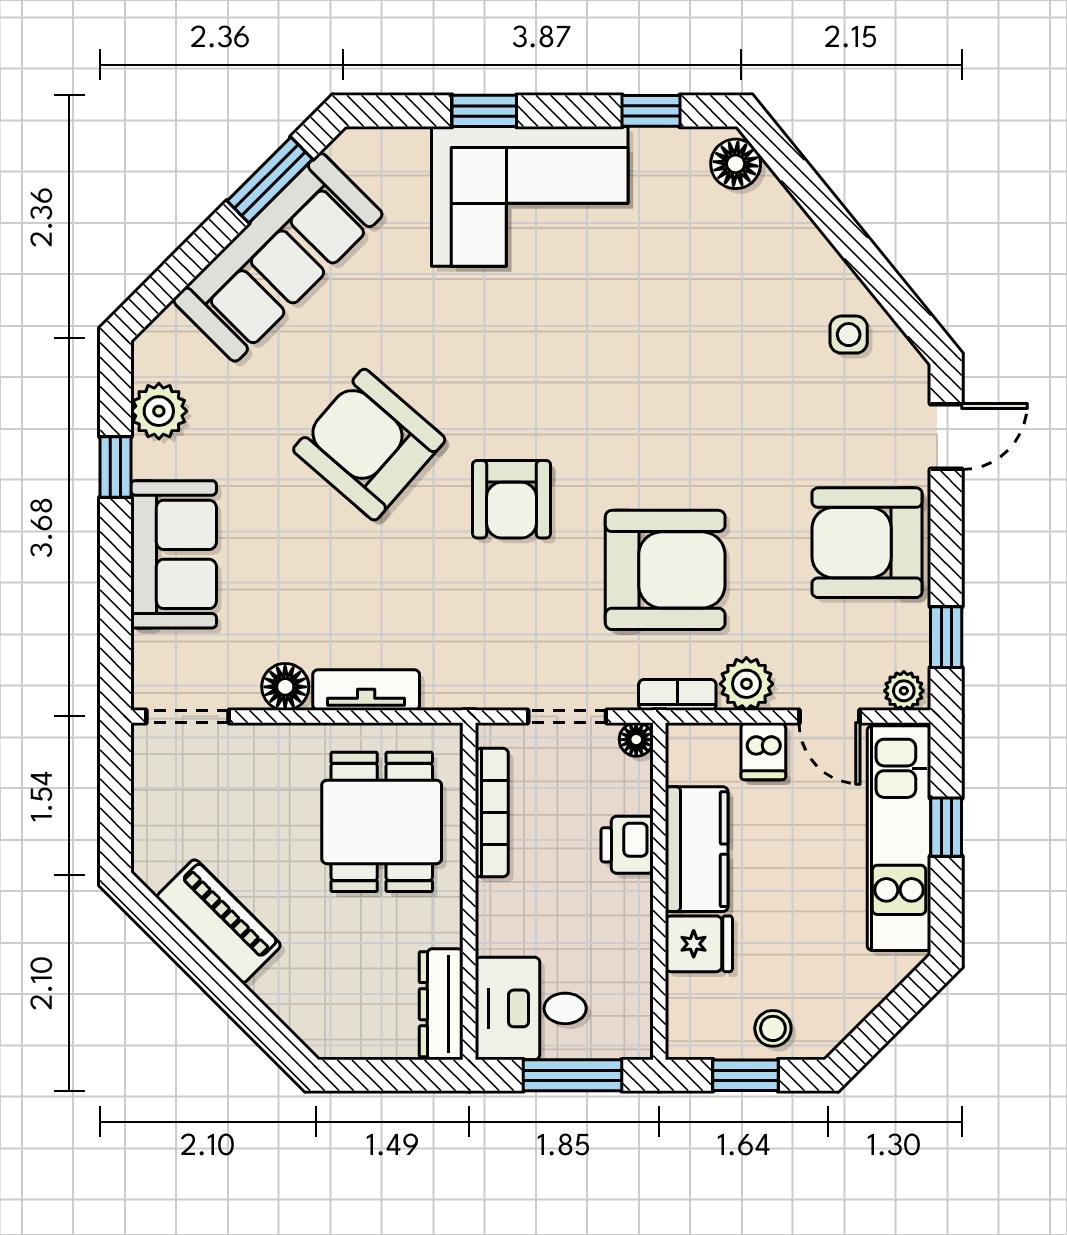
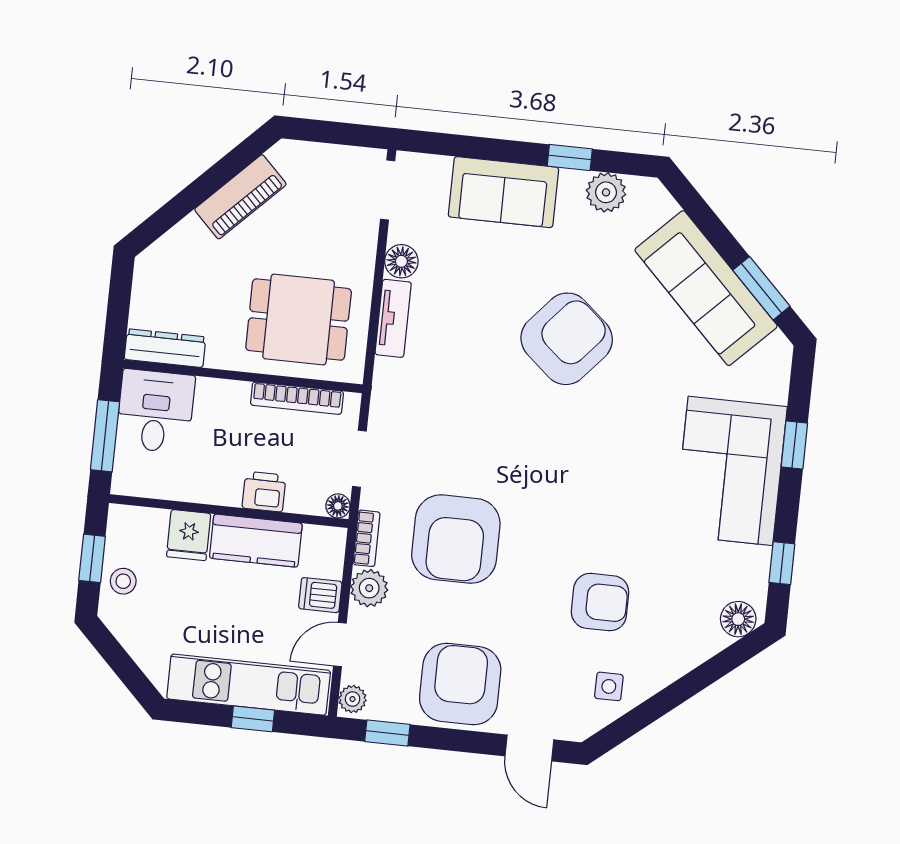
armchair: (512, 499) -> (600, 602), moved, turned 180

